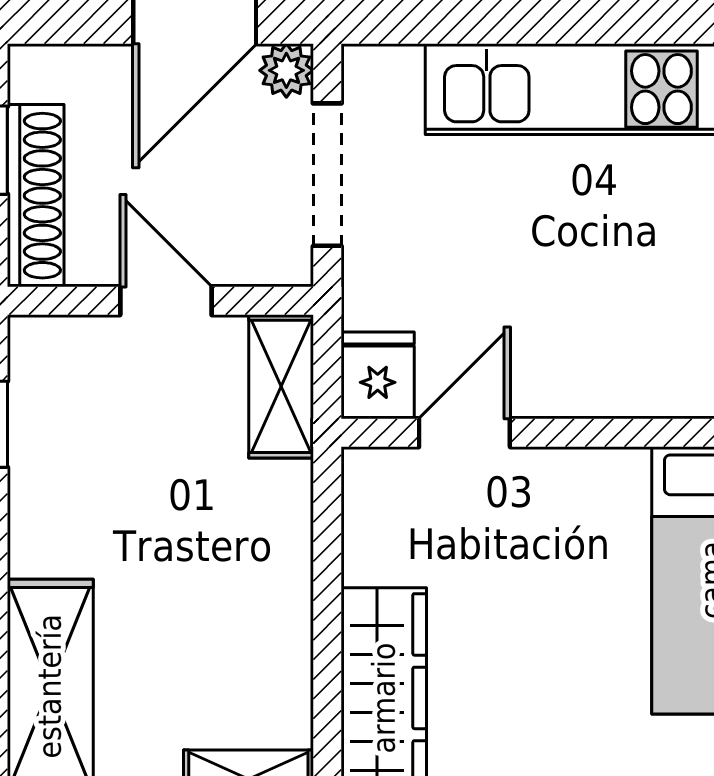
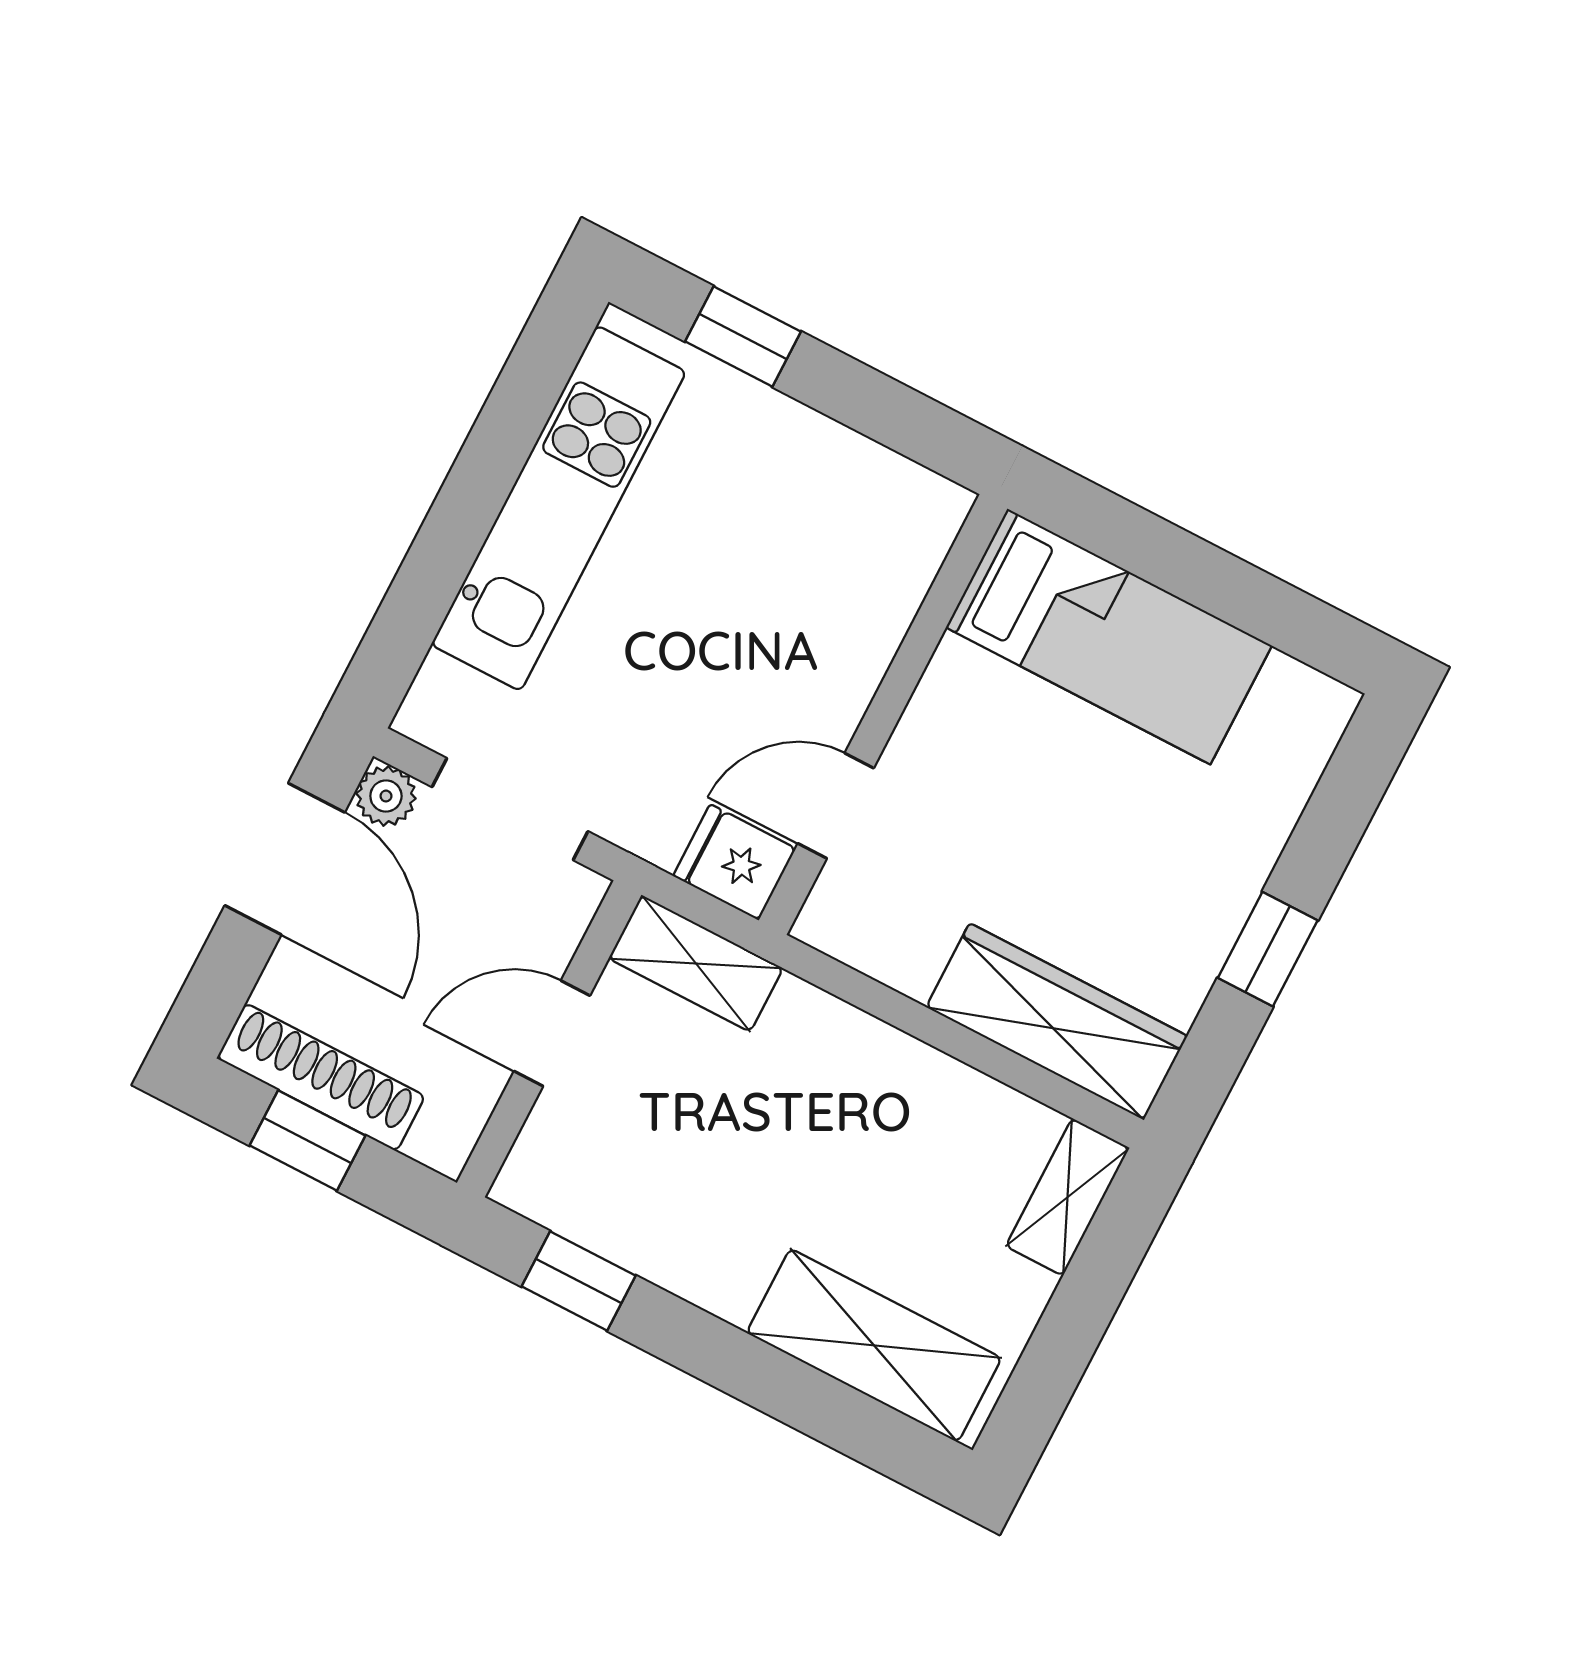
shoe rack: (36, 196) -> (321, 1077), moved
door: (464, 433) -> (836, 806), hinge flipped

